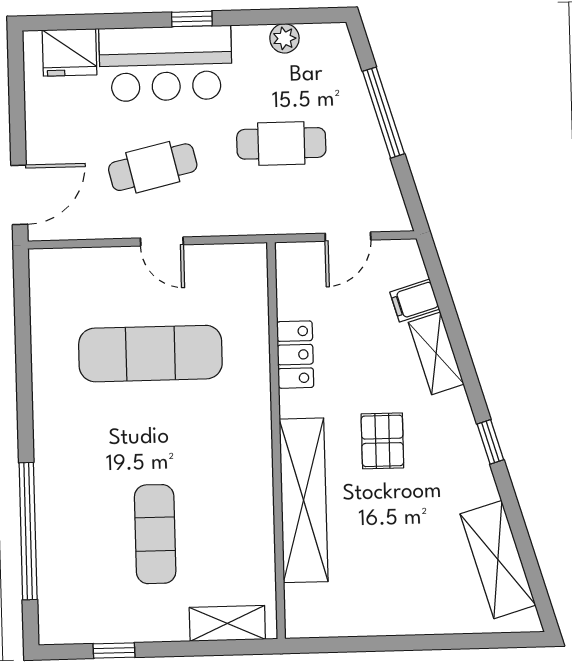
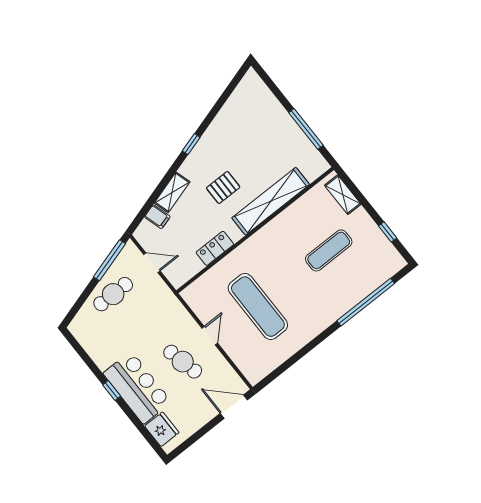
plant: (284, 38) -> (92, 348), removed
window: (383, 113) -> (110, 260), moved
cafe table: (281, 143) -> (113, 294), moved, turned 90
shelving: (498, 560) -> (236, 106), removed
window: (377, 644) -> (306, 129), added

